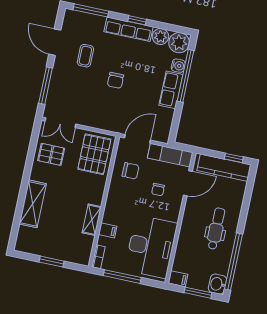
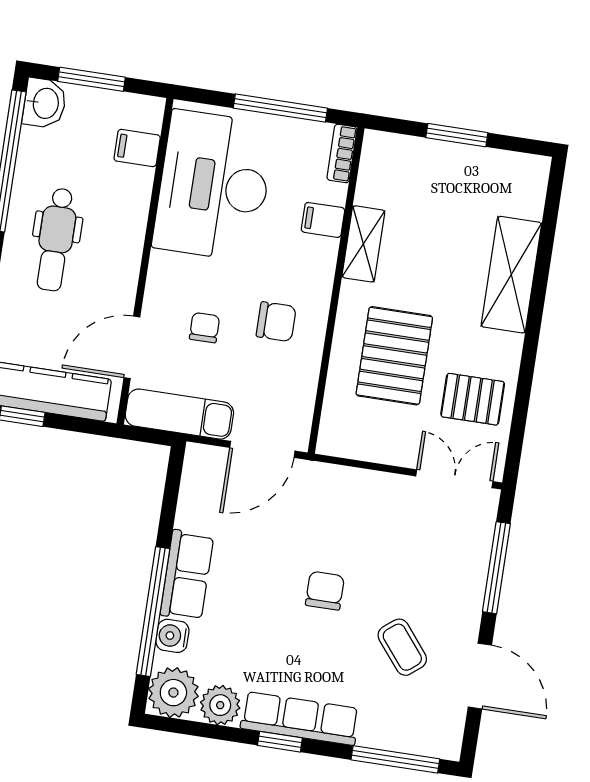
coffee table: (85, 56) -> (402, 647), turned -39
pallet: (94, 154) -> (394, 356), moved
chair: (131, 171) -> (276, 322), moved, turned 180
filing cabinet: (178, 279) -> (137, 148), moved

